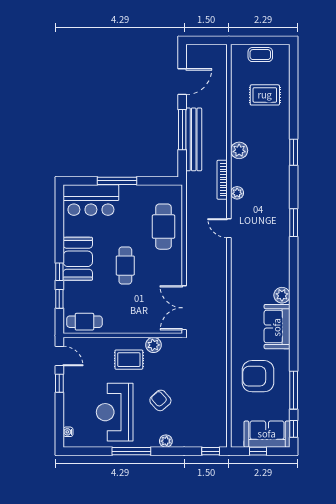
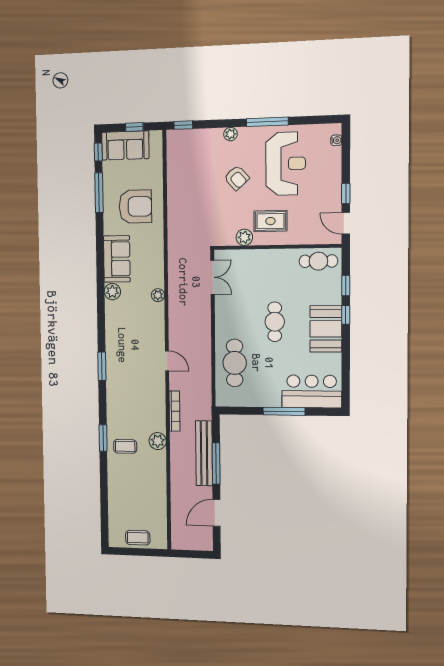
rug: (265, 95) -> (133, 497), removed
coffee table: (272, 145) -> (125, 446), added
plant: (237, 193) -> (158, 295), moved
double door: (184, 308) -> (212, 277), width x0.73

